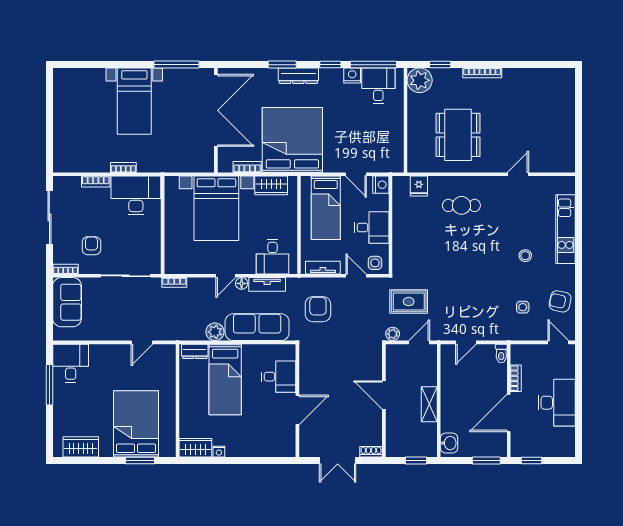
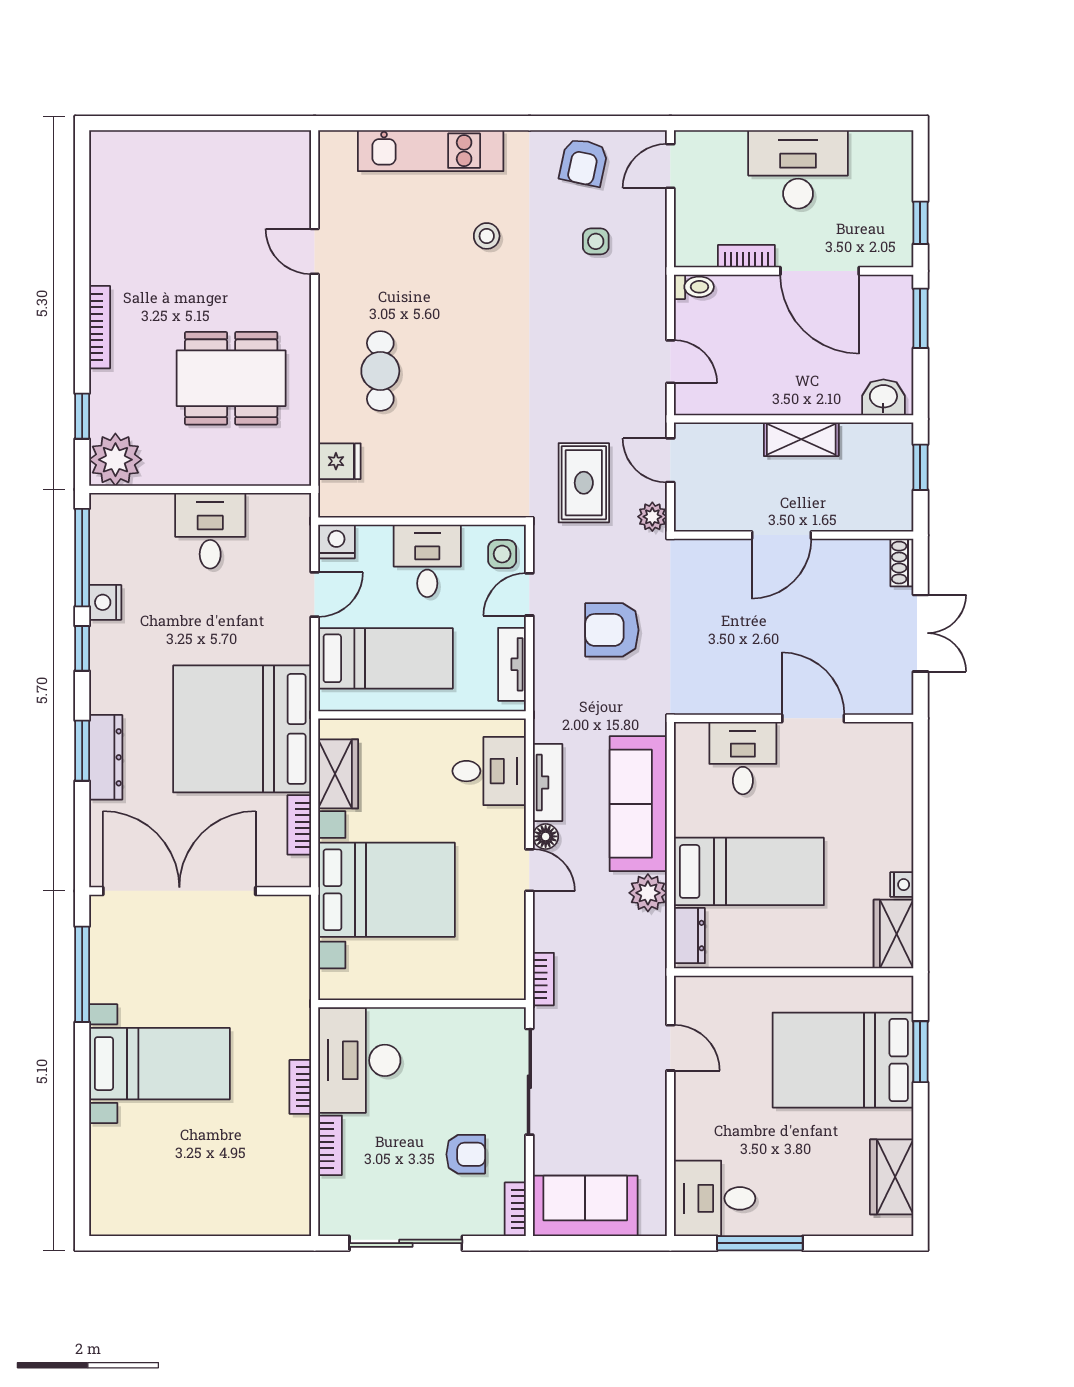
dresser: (298, 76) -> (106, 757), moved
desk: (378, 86) -> (210, 531), moved, turned 90
armchair: (91, 246) -> (466, 1154), turned 180
armchair: (318, 309) -> (612, 630), moved

